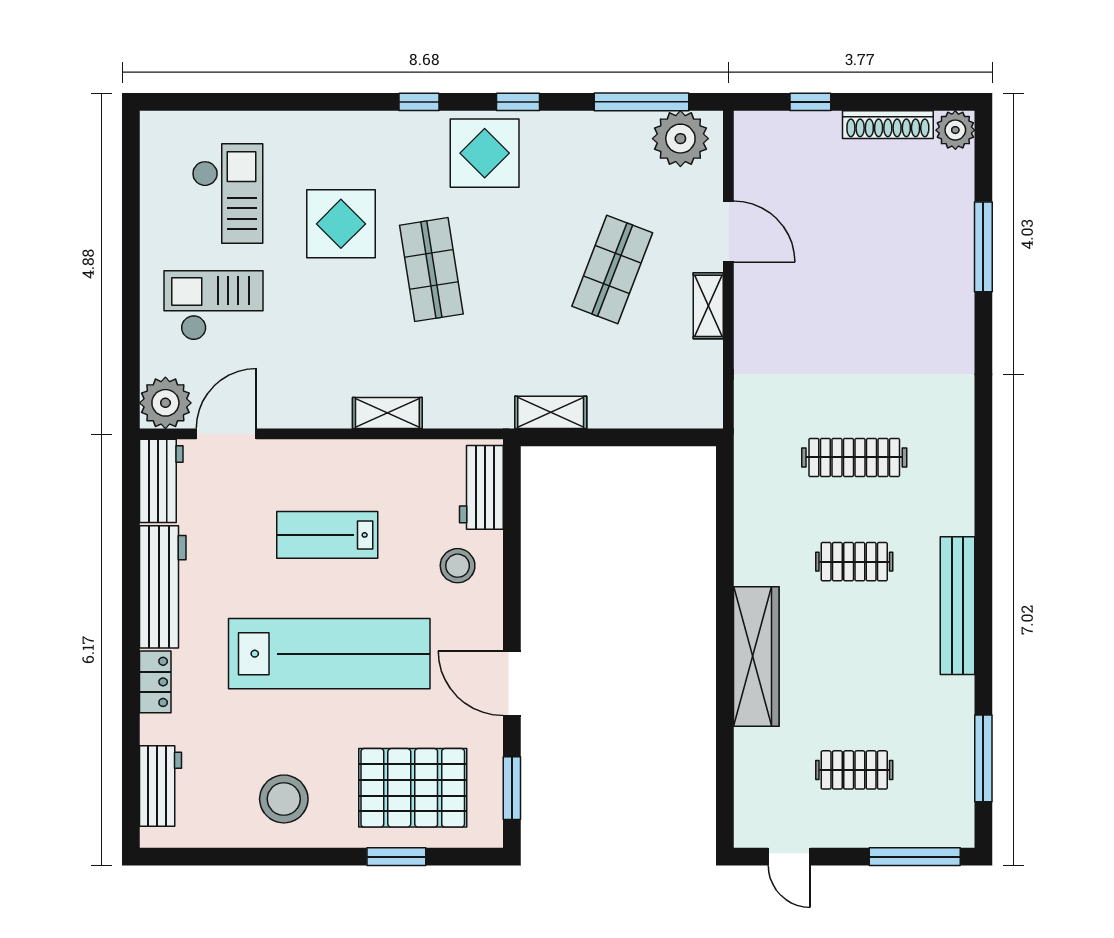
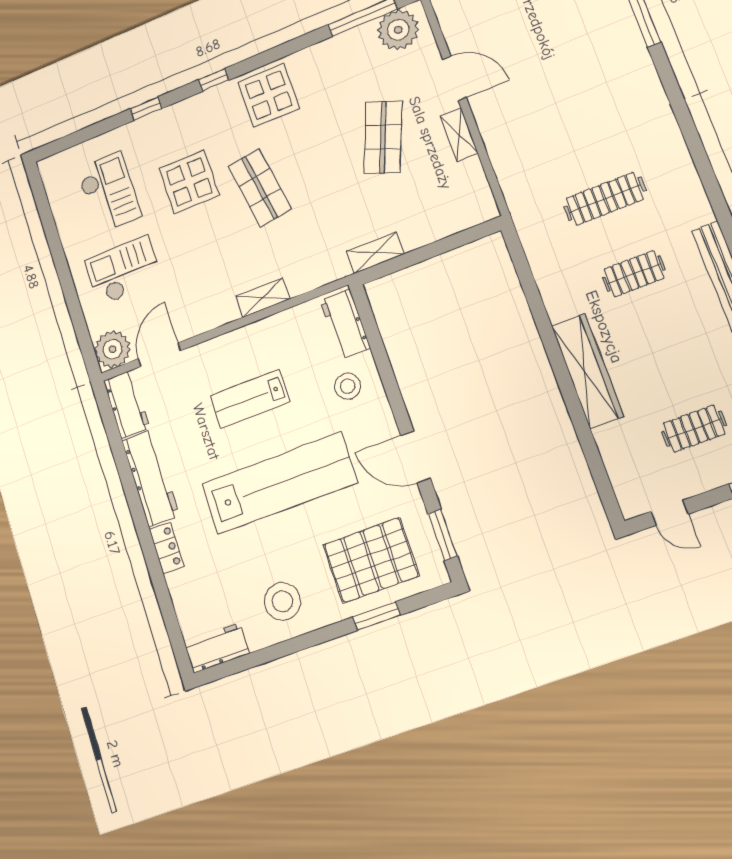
window: (518, 102) -> (146, 109), moved
workbench: (161, 786) -> (217, 648), moved, turned -90

